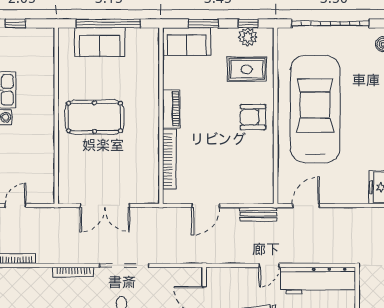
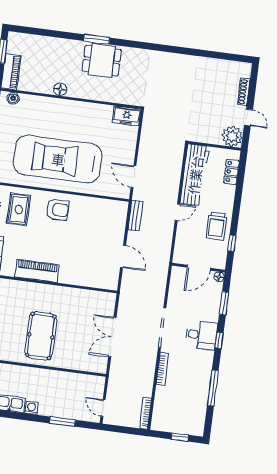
piano: (171, 109) -> (37, 271), width x1.37, depth x1.33
armchair: (253, 117) -> (58, 210), turned -90
bookcase: (169, 159) -> (82, 281), removed
double door: (105, 205) -> (112, 337), swing flipped
door: (269, 265) -> (177, 212), hinge flipped

